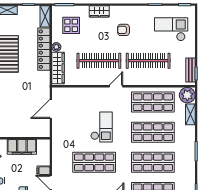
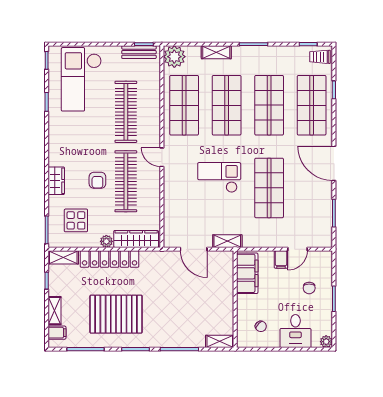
checkout: (171, 29) -> (81, 79), width x1.36, depth x1.21
armchair: (123, 30) -> (97, 180), moved
shelving: (190, 114) -> (216, 52), moved
shelving: (57, 133) -> (227, 241), added
filing cabinet: (22, 147) -> (247, 273), moved

